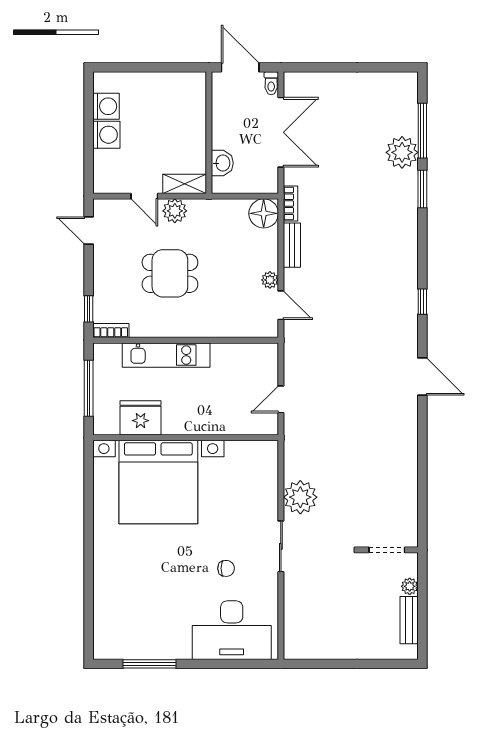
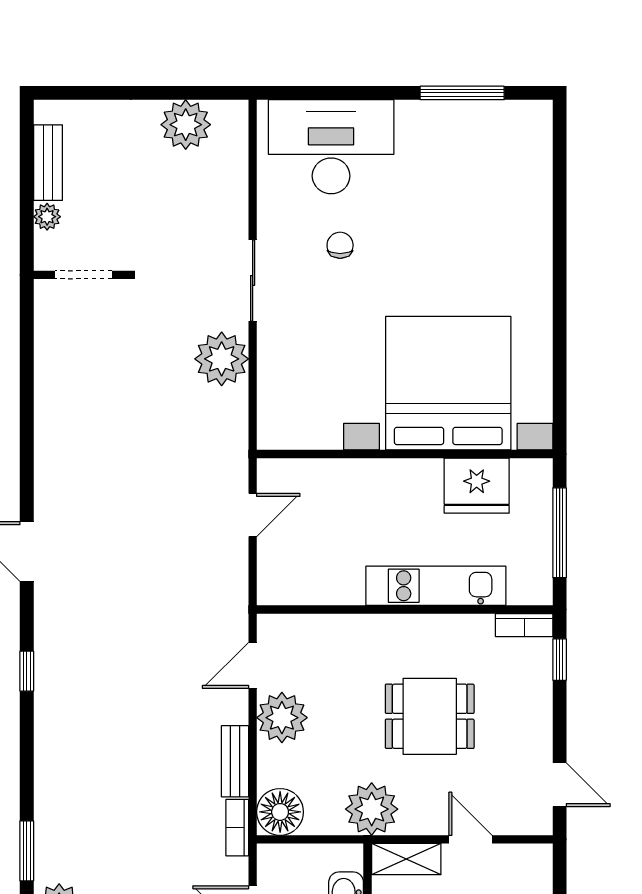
plant: (175, 211) -> (372, 809), moved, width x1.36, depth x1.36
plant: (270, 280) -> (282, 718), width x1.87, depth x1.87
door: (281, 305) -> (253, 665), hinge flipped
chair: (226, 568) -> (340, 245), turned 90
plant: (323, 644) -> (186, 125), added

